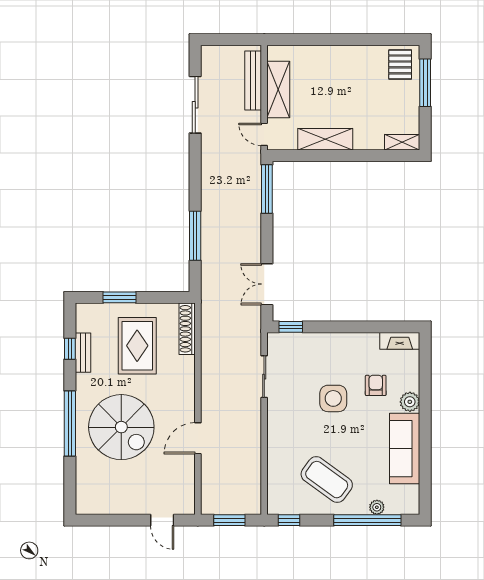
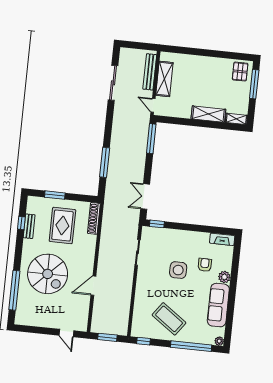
shelving: (325, 139) -> (208, 114), moved
window: (70, 424) -> (14, 290), moved
plant: (377, 507) -> (219, 341), moved

